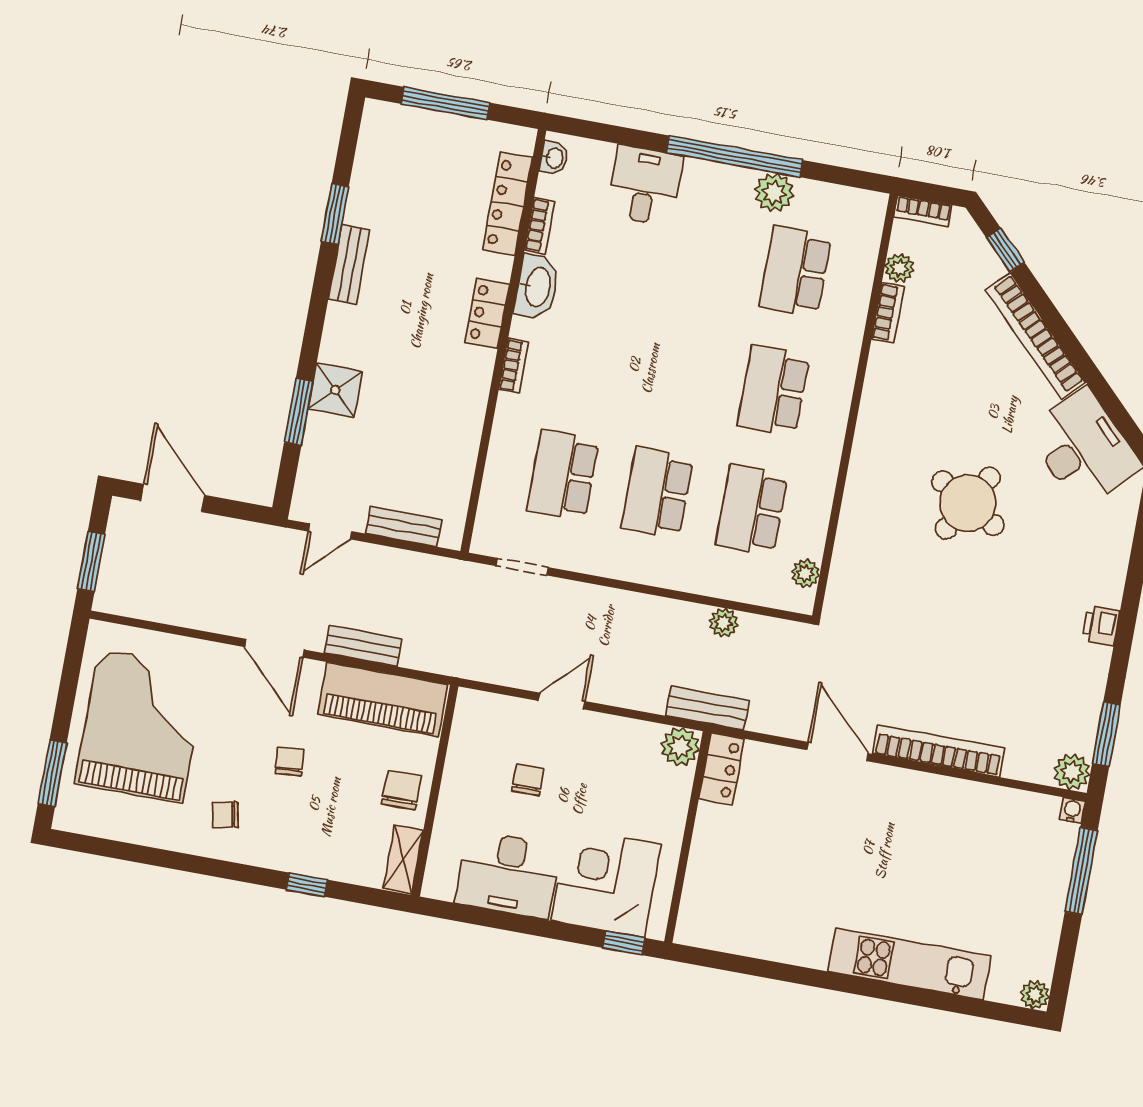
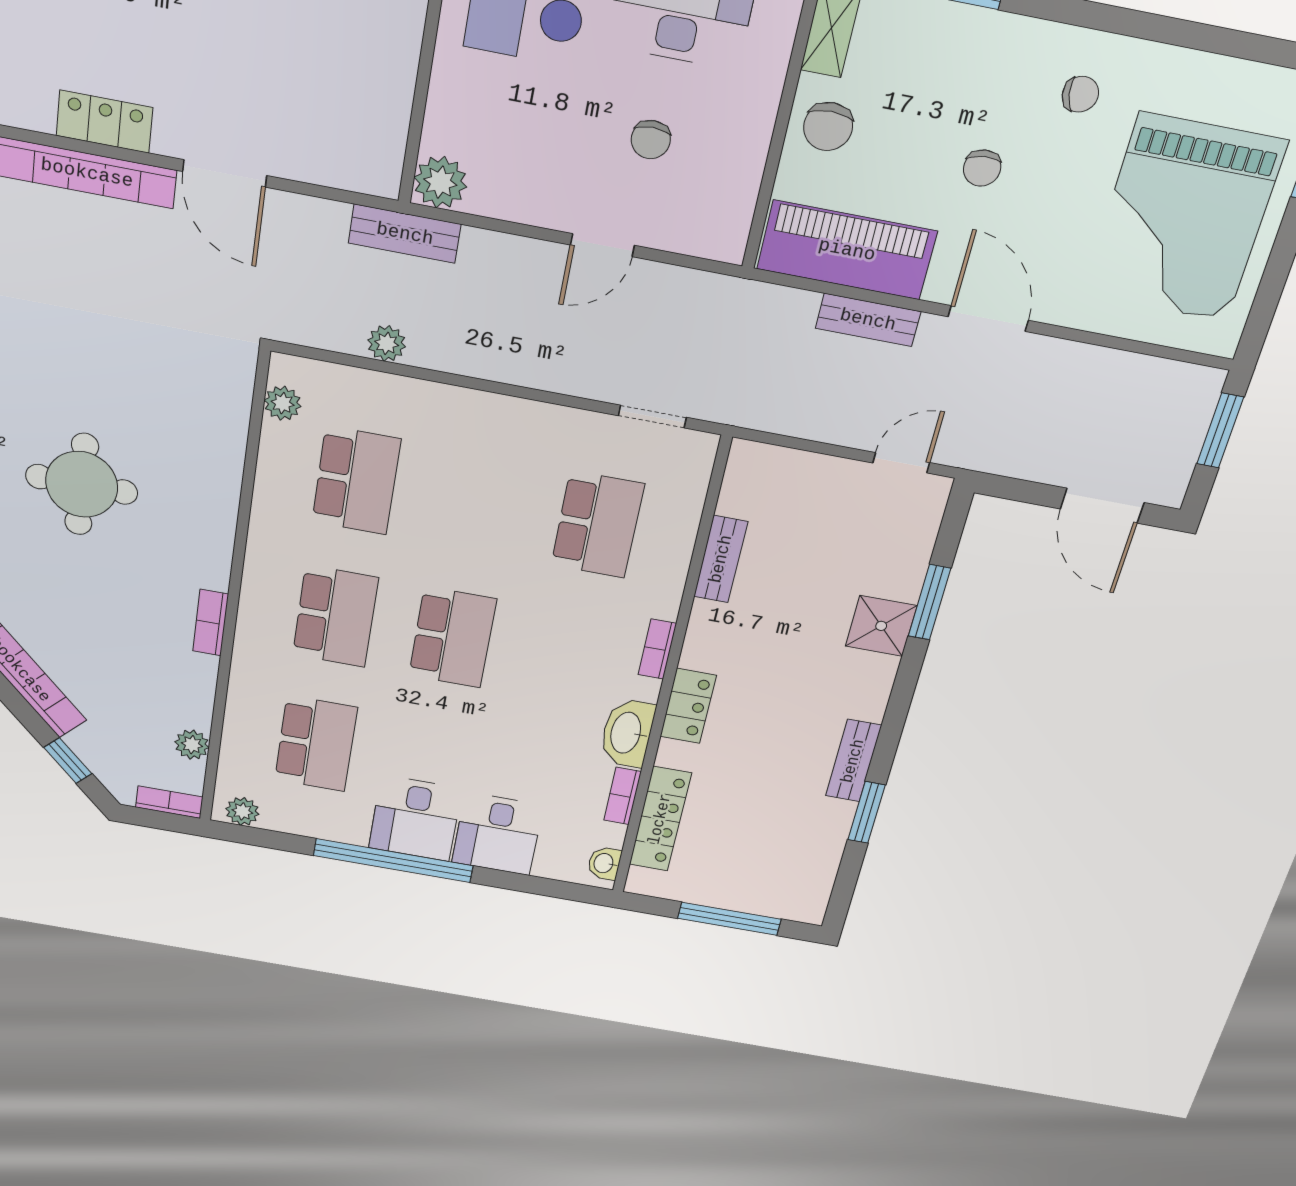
plant: (774, 193) -> (242, 811), moved, width x0.73, depth x0.73
desk: (715, 200) -> (415, 818), added
bookcase: (888, 313) -> (211, 623), moved
school desk: (657, 493) -> (453, 637), moved
round table: (968, 503) -> (82, 484), turned -30
bench: (404, 527) -> (721, 559), moved, turned 90
locker: (722, 769) -> (104, 122), moved, turned 90

